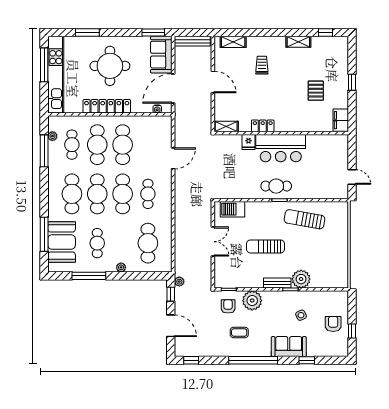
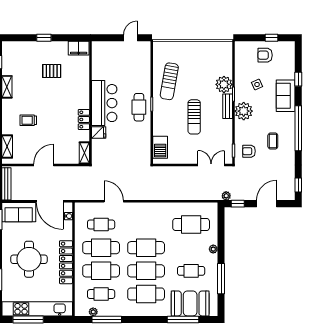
cafe table: (148, 194) -> (101, 224), moved
double door: (213, 242) -> (211, 165), moved
plant: (252, 301) -> (244, 111), moved

